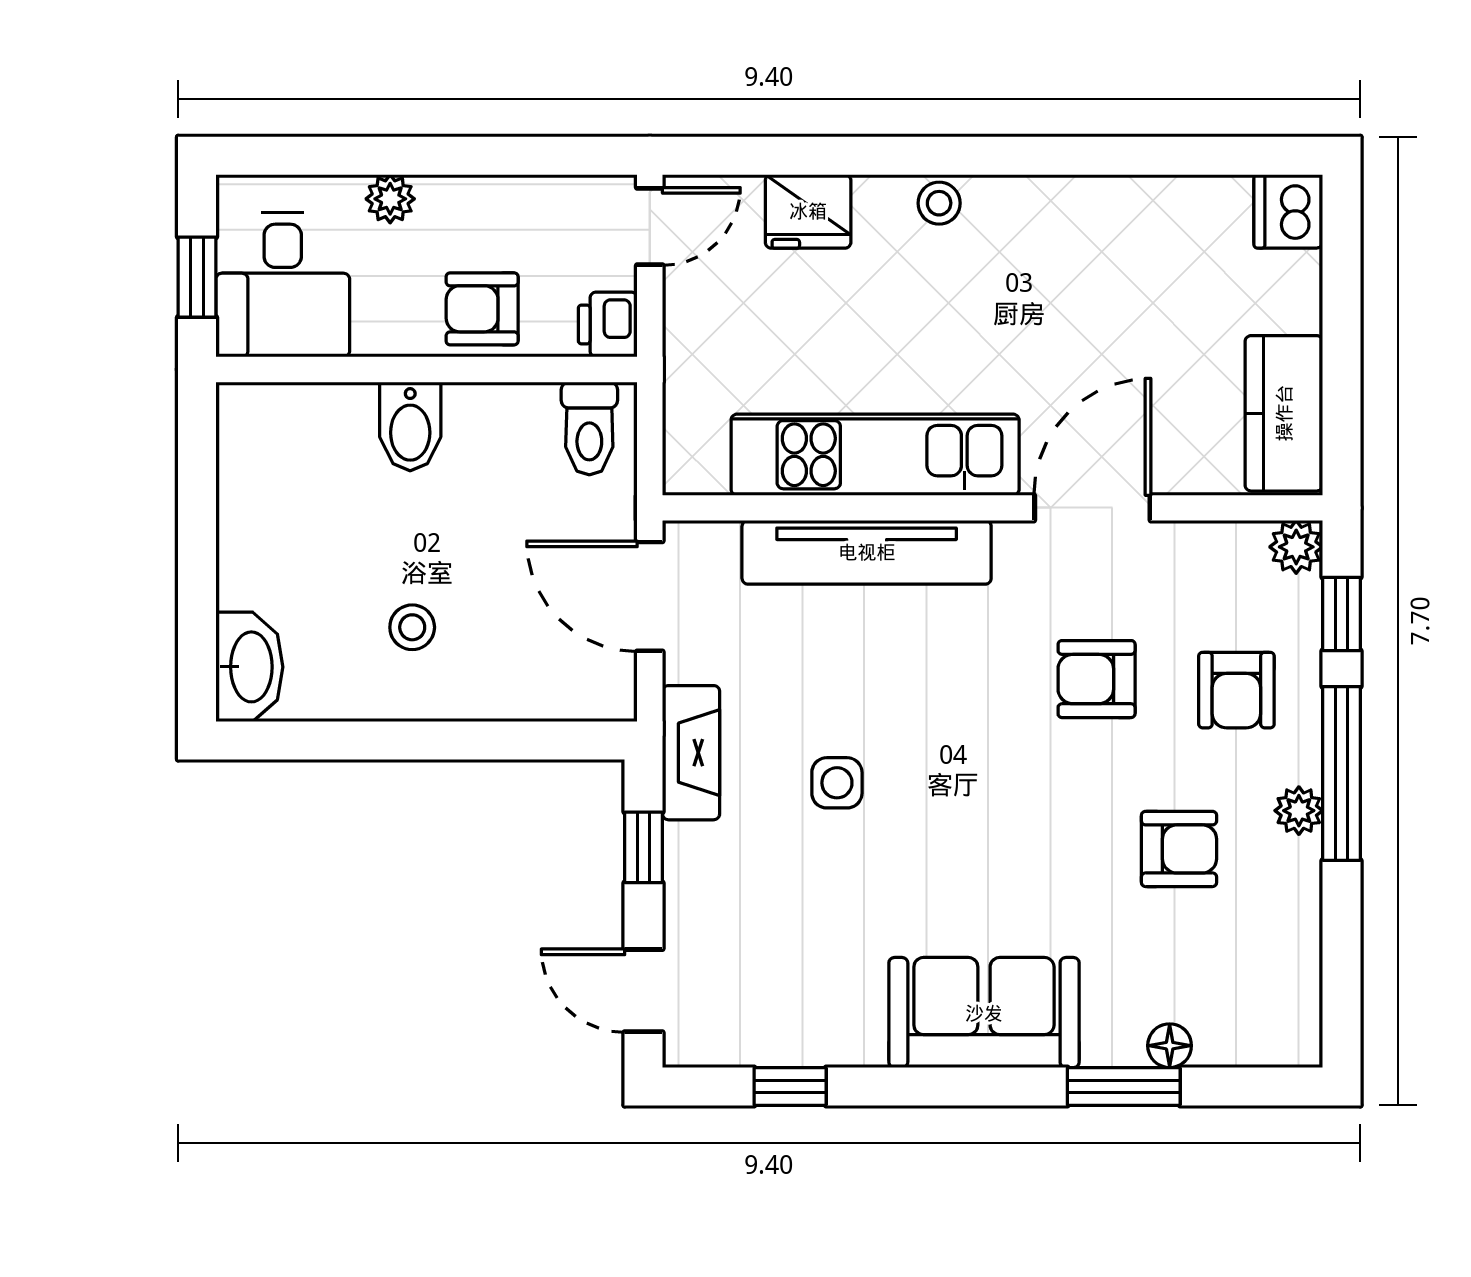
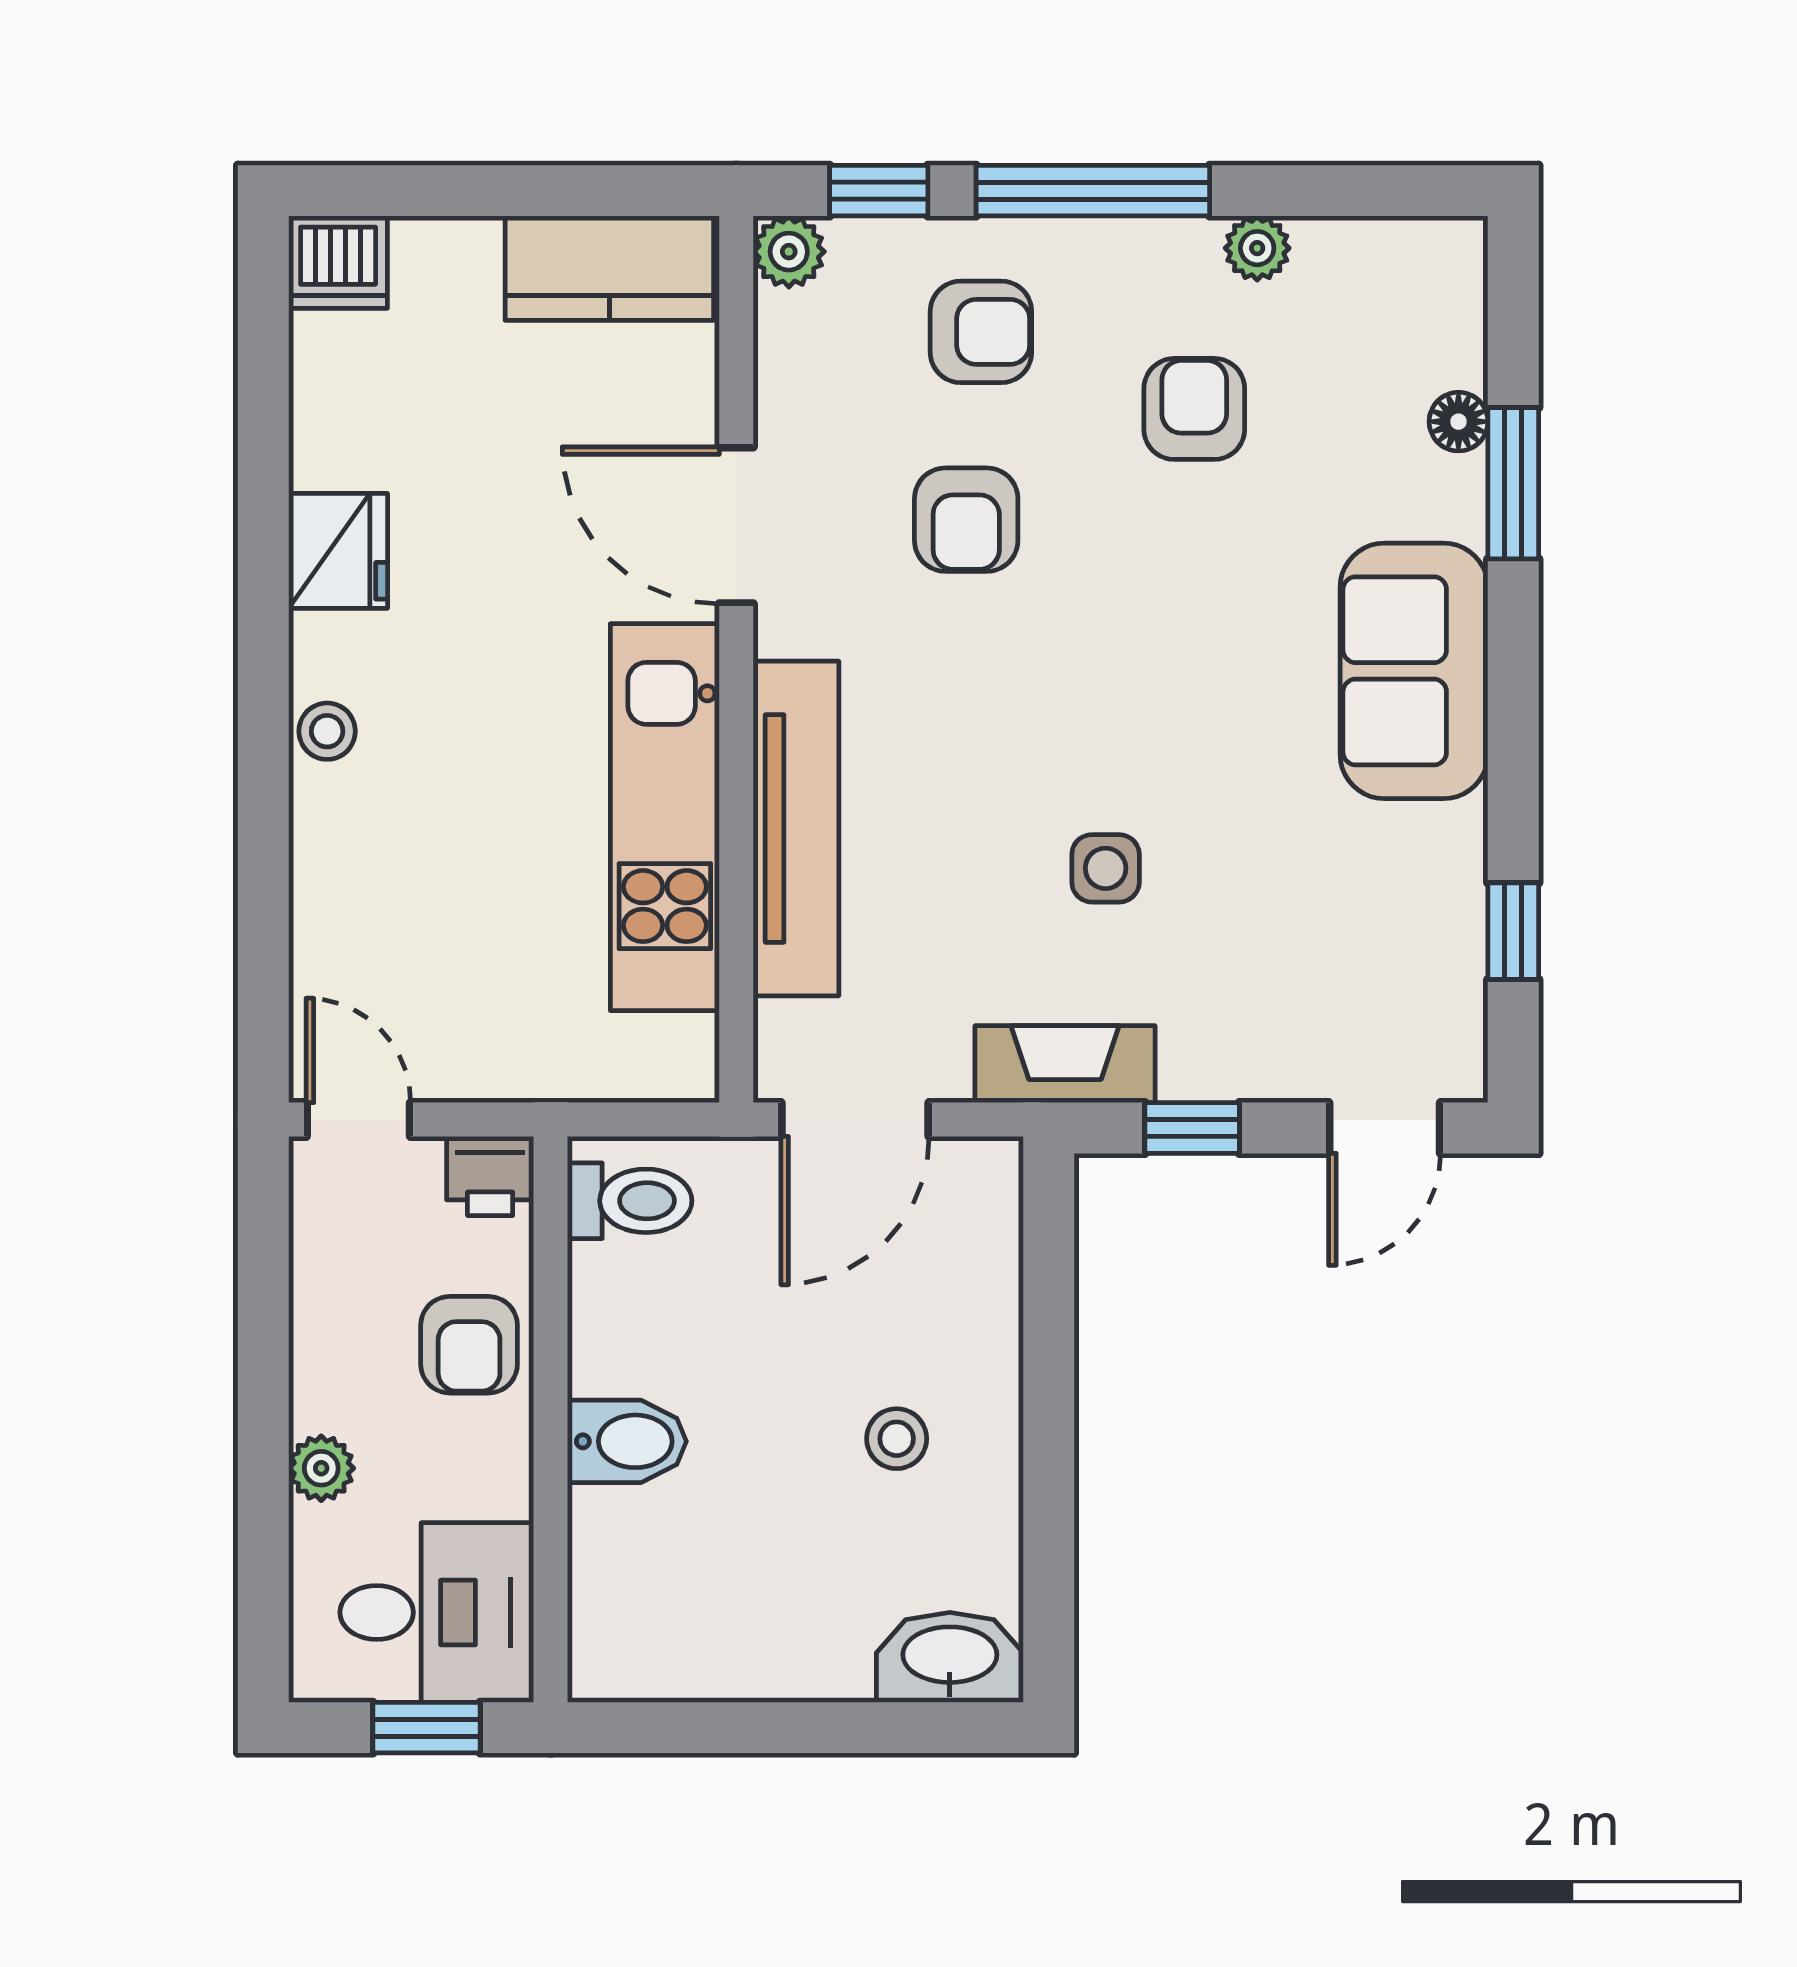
fridge: (808, 211) -> (338, 551), moved
plant: (1299, 811) -> (1257, 248), moved

